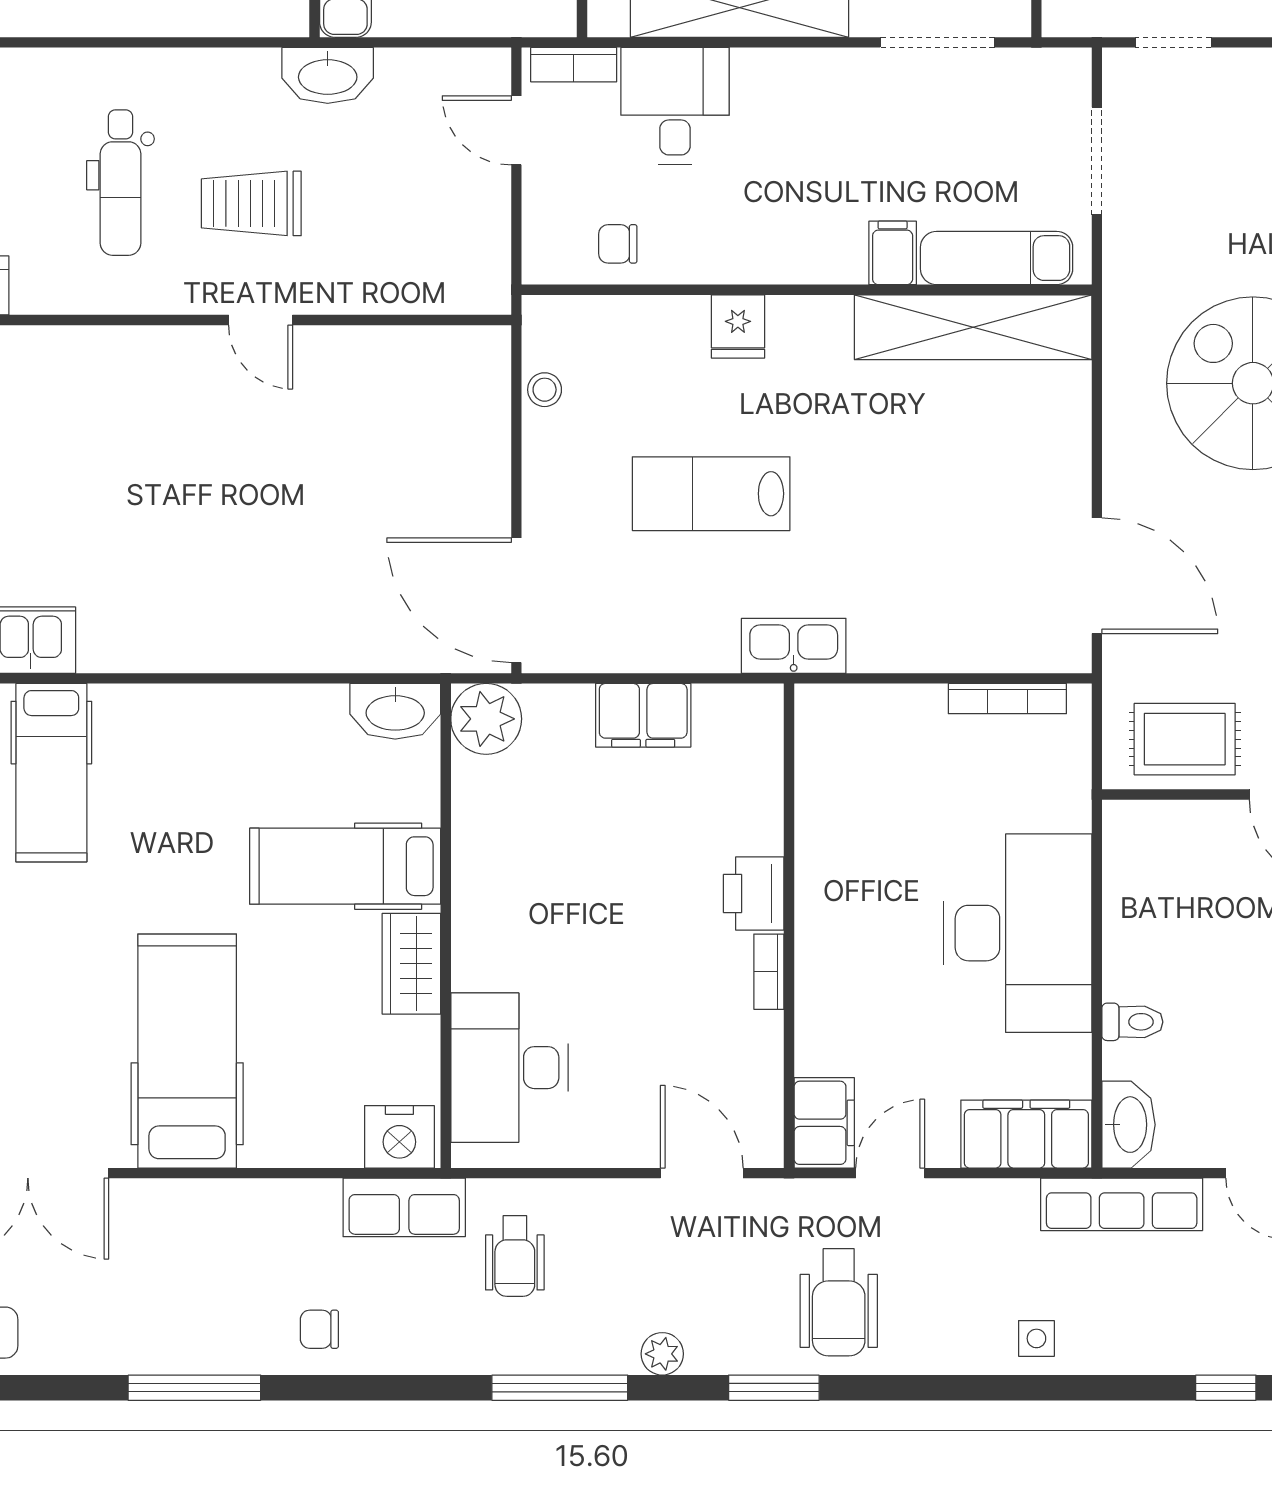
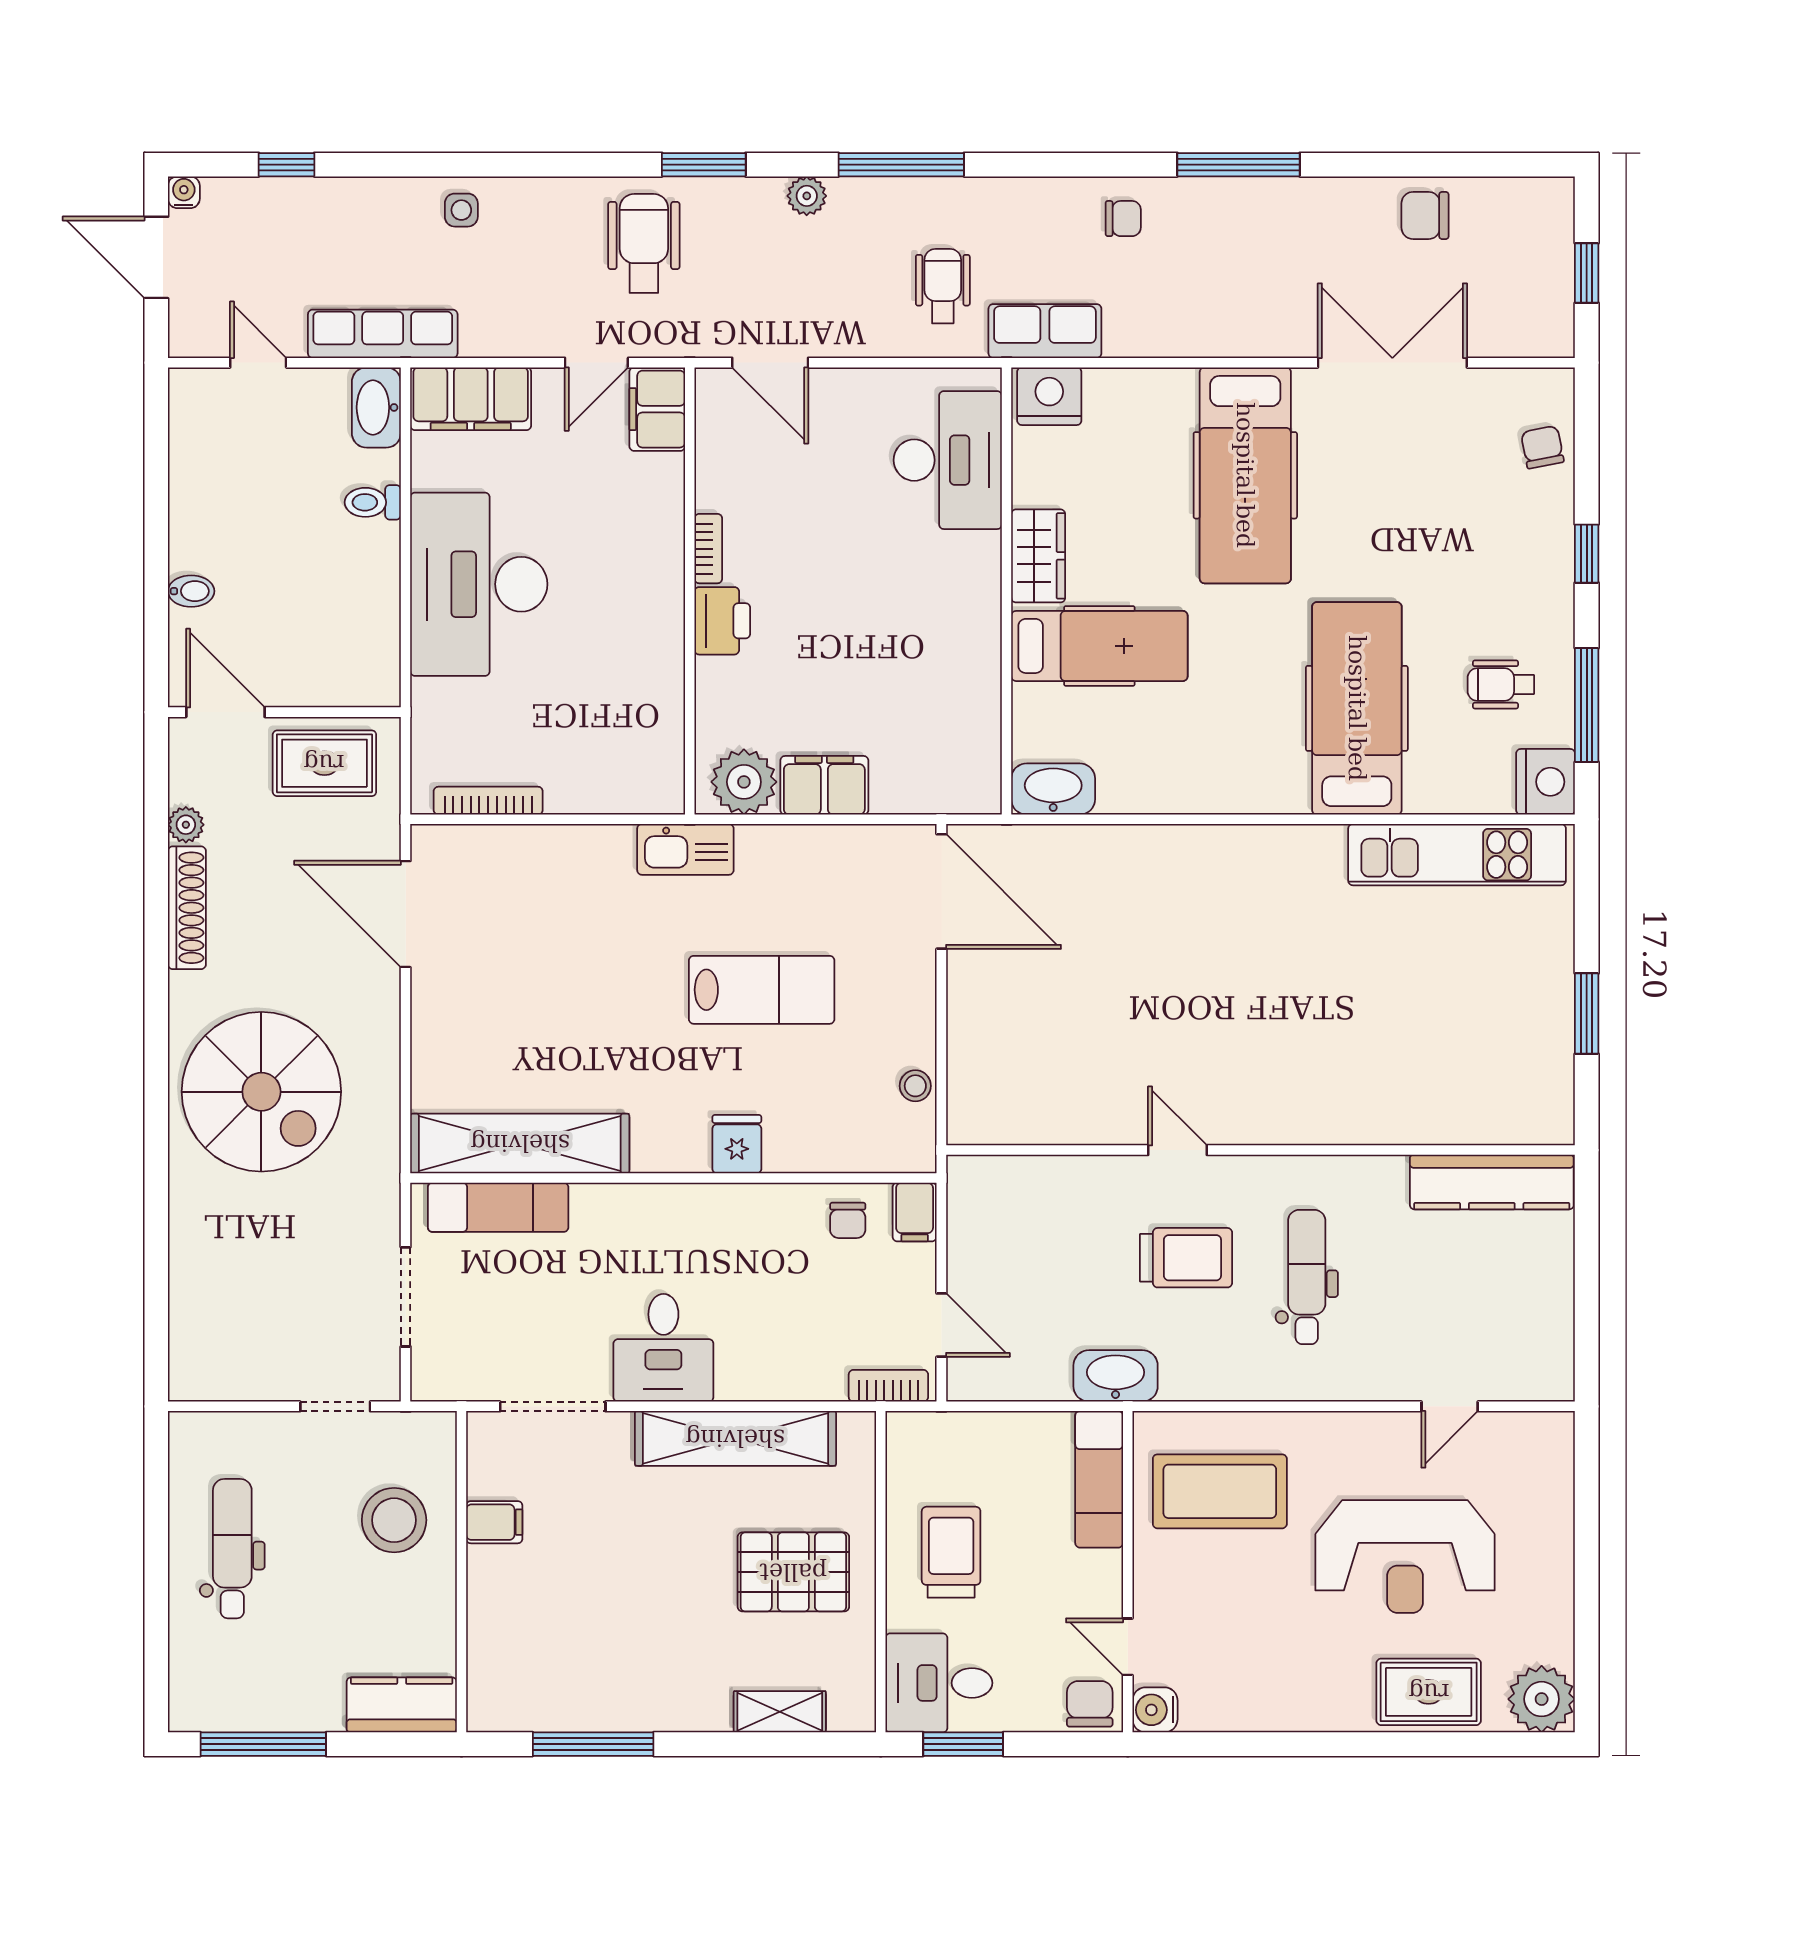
desk: (675, 106) -> (663, 1348), moved
chair: (618, 244) -> (848, 1220), turned 90
filing cabinet: (893, 253) -> (915, 1212), moved
plant: (486, 719) -> (744, 782), moved
hospital bed: (51, 773) -> (1357, 708), width x1.37, depth x1.29

